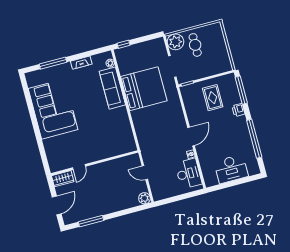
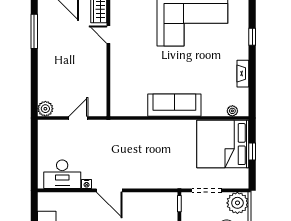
window: (124, 44) -> (252, 151), moved
window: (53, 63) -> (252, 37), width x0.46
sofa: (112, 88) -> (174, 105), moved
bed: (144, 89) -> (223, 144), moved, turned 90

